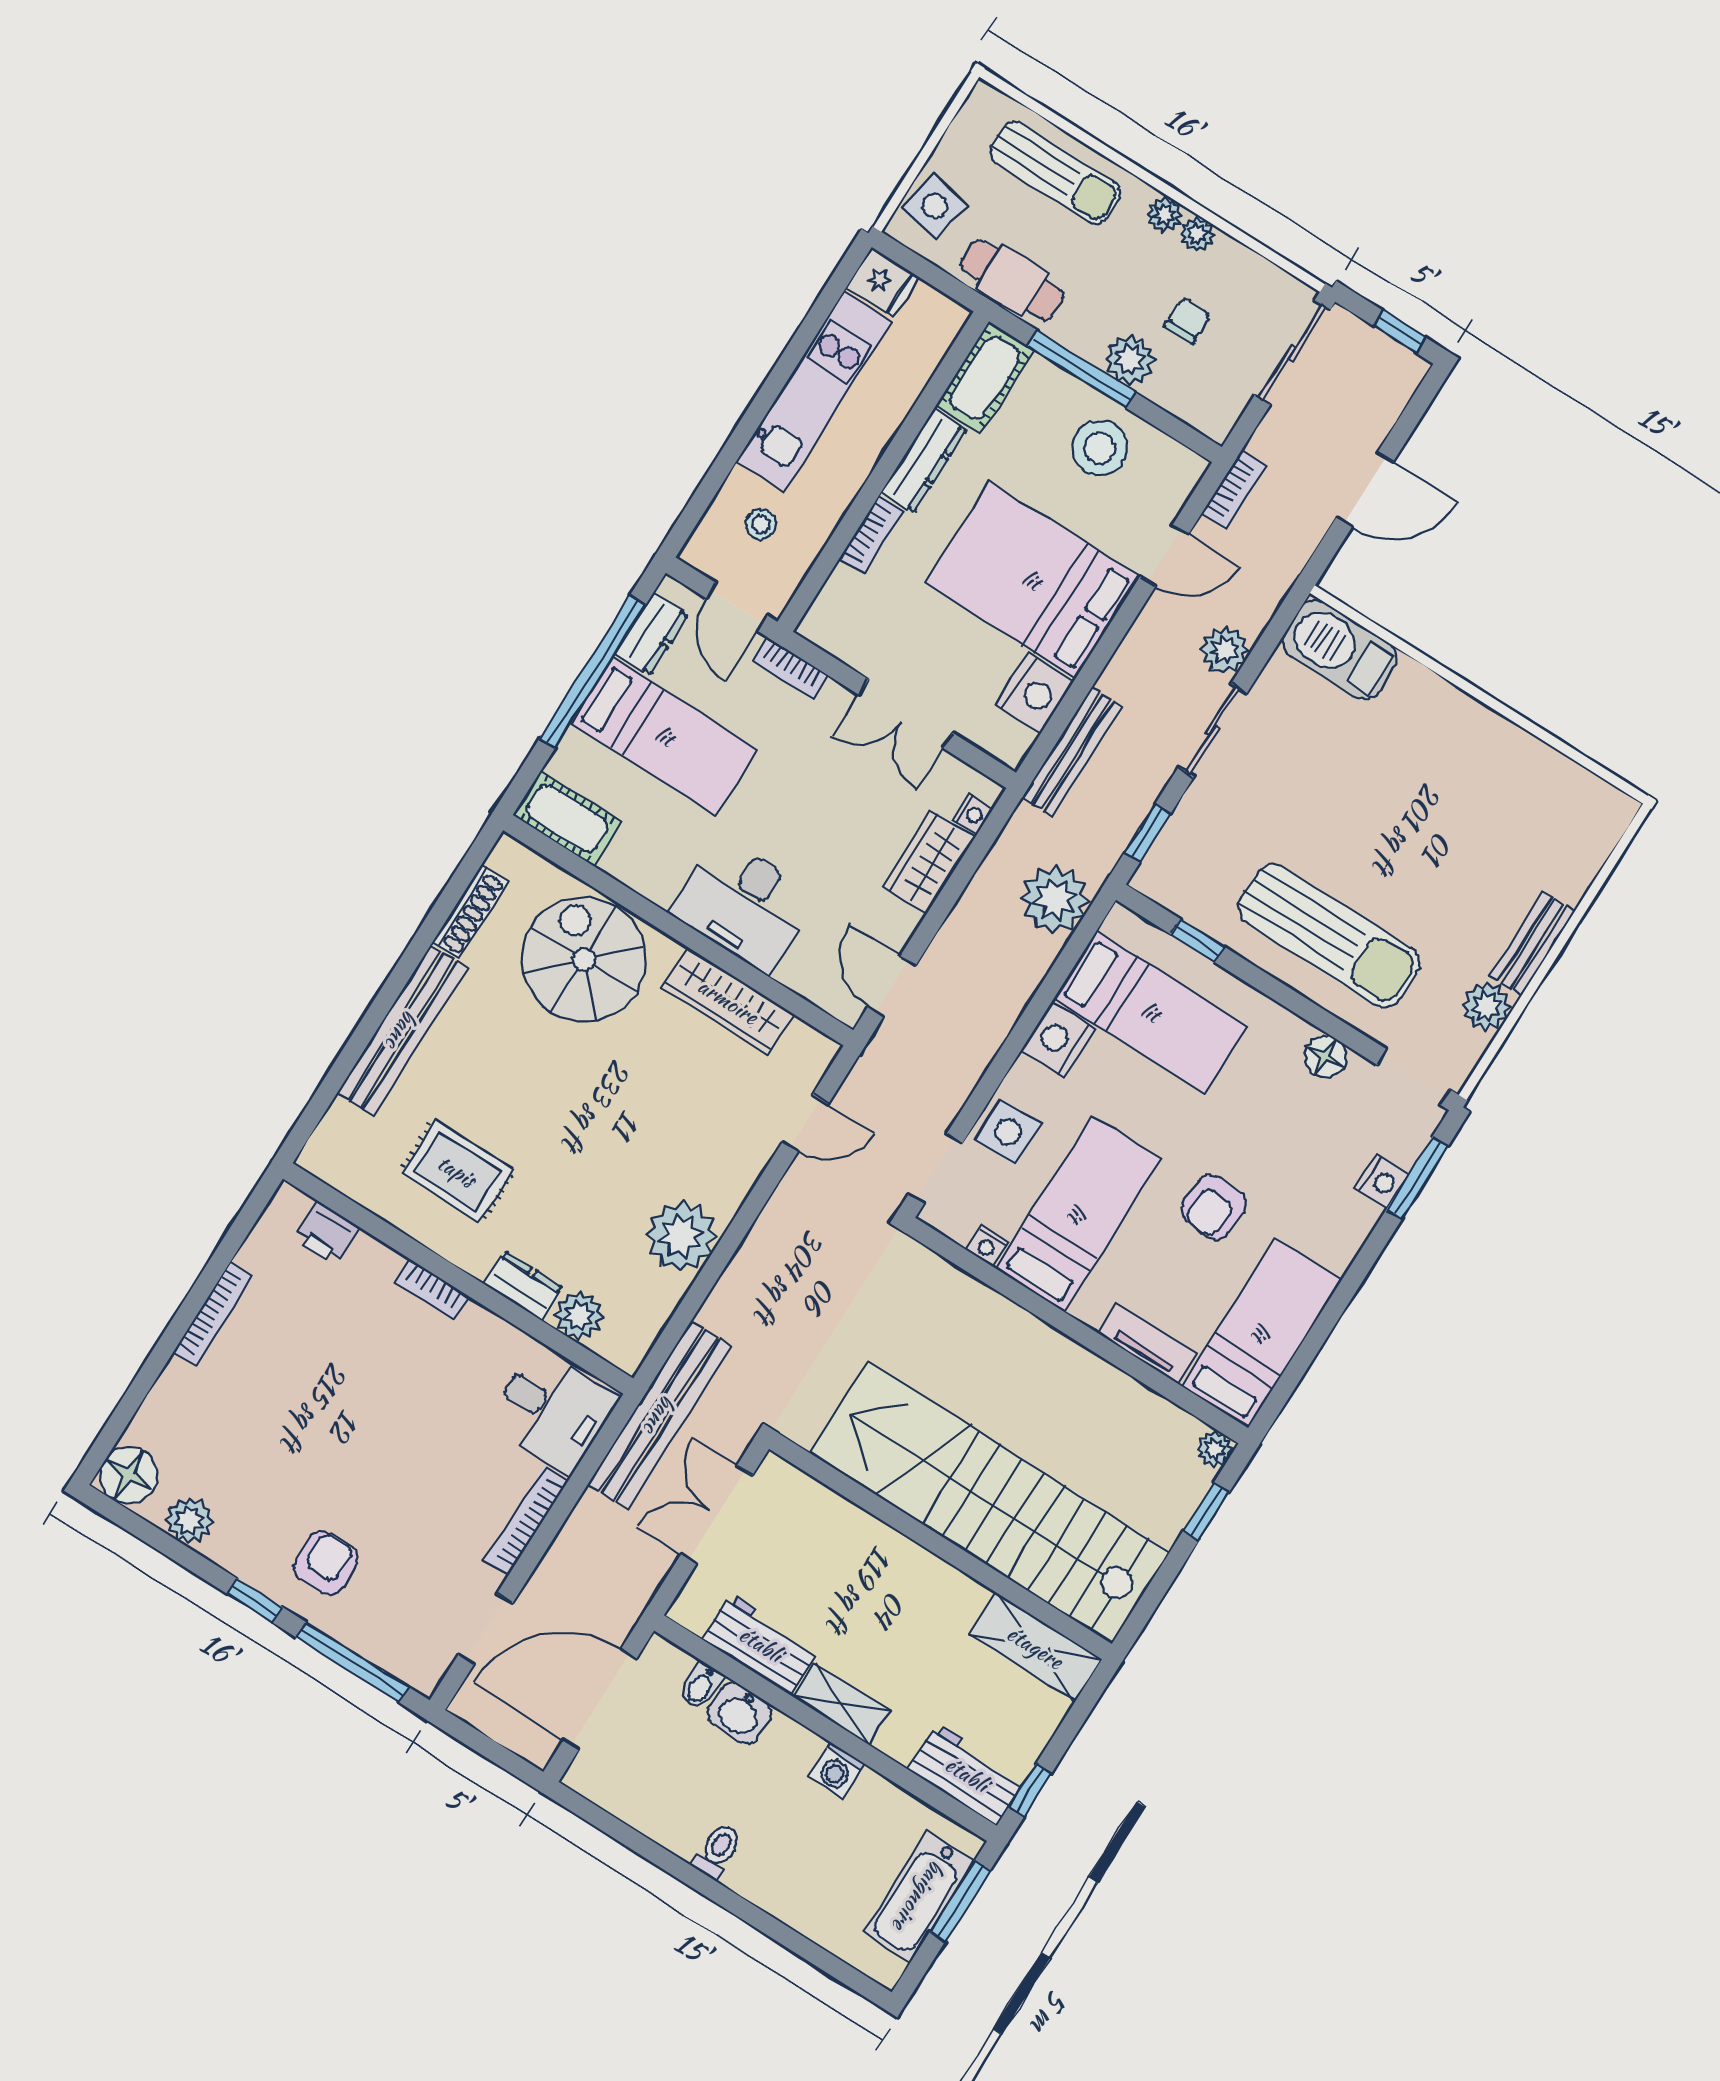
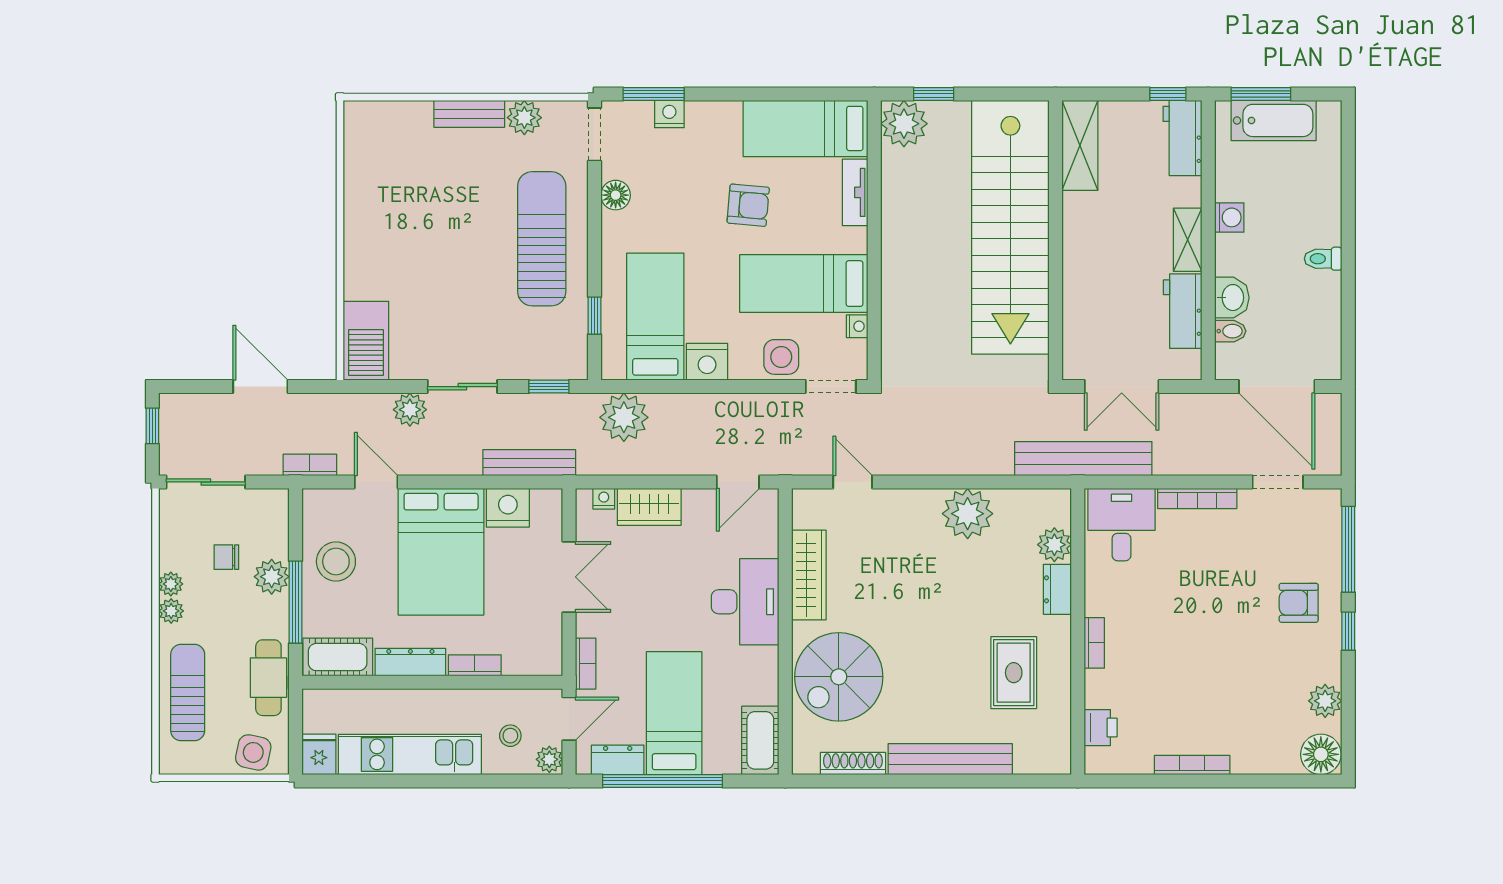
plant: (703, 553) -> (549, 759), added
plant: (1214, 1449) -> (904, 124), width x1.88, depth x1.88

